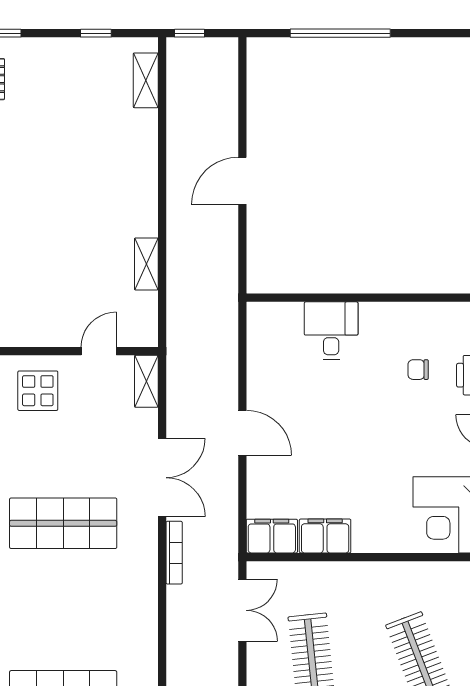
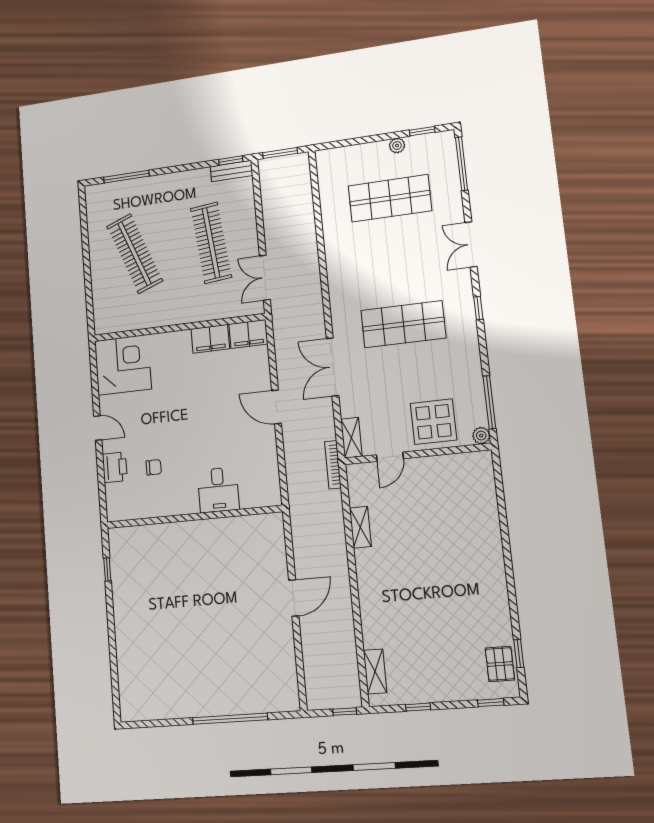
display table: (38, 391) -> (434, 422), width x1.36, depth x1.36
bookcase: (174, 553) -> (333, 465), moved

